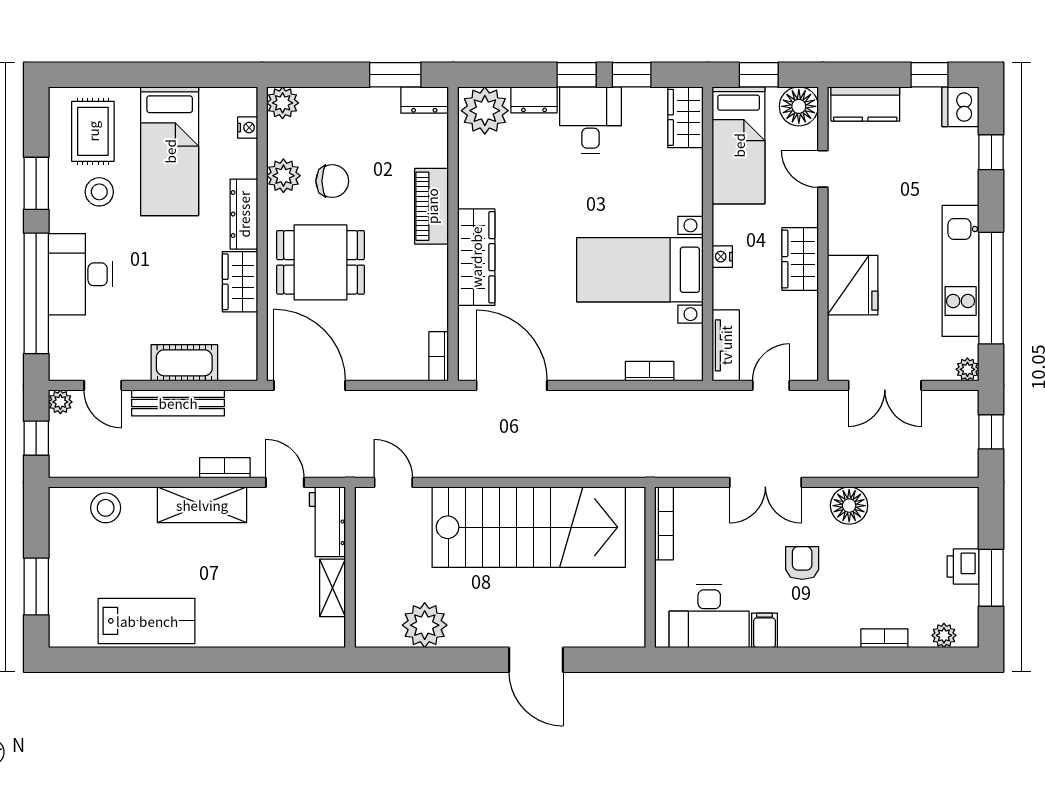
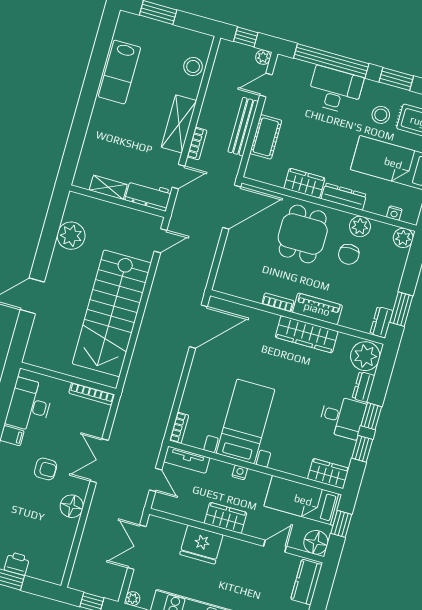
wardrobe: (476, 257) -> (307, 334), moved
bookcase: (439, 356) -> (278, 302), moved
bookcase: (650, 371) -> (179, 428), moved

